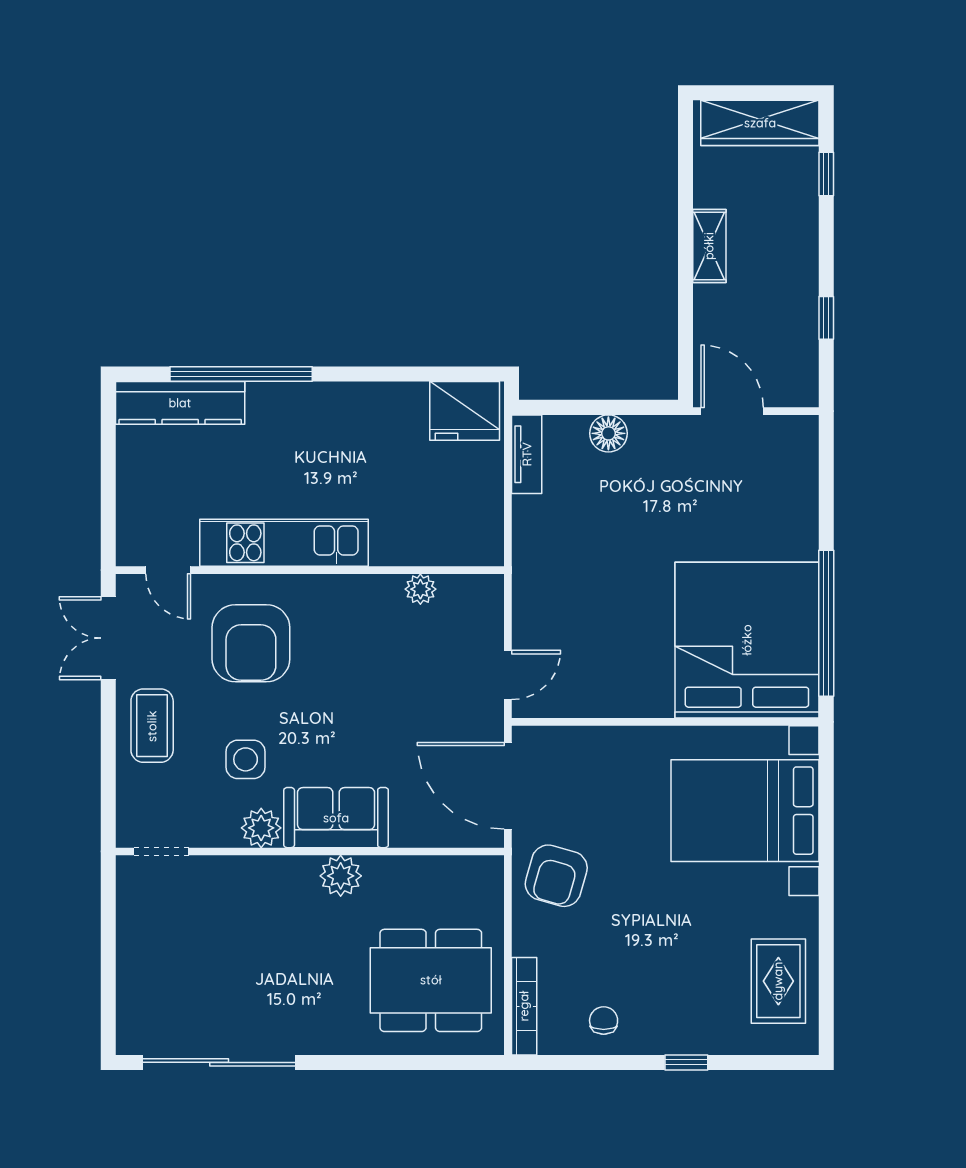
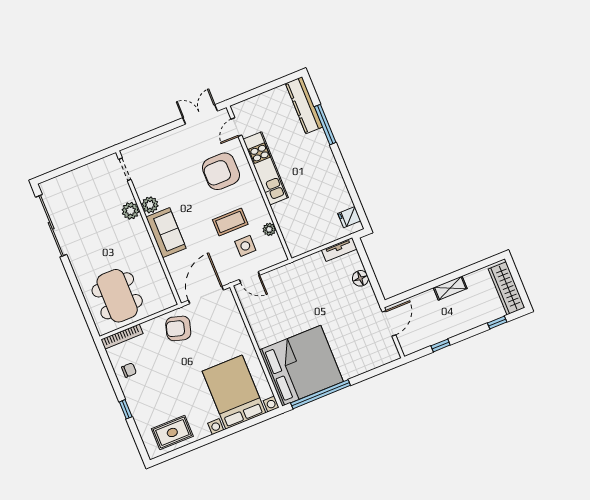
window: (241, 374) -> (325, 125), width x0.68
fridge: (465, 411) -> (349, 217), width x0.53, depth x0.75
coffee table: (152, 726) -> (230, 222), moved
side table: (246, 759) -> (245, 246), moved
plant: (341, 876) -> (130, 211), moved

